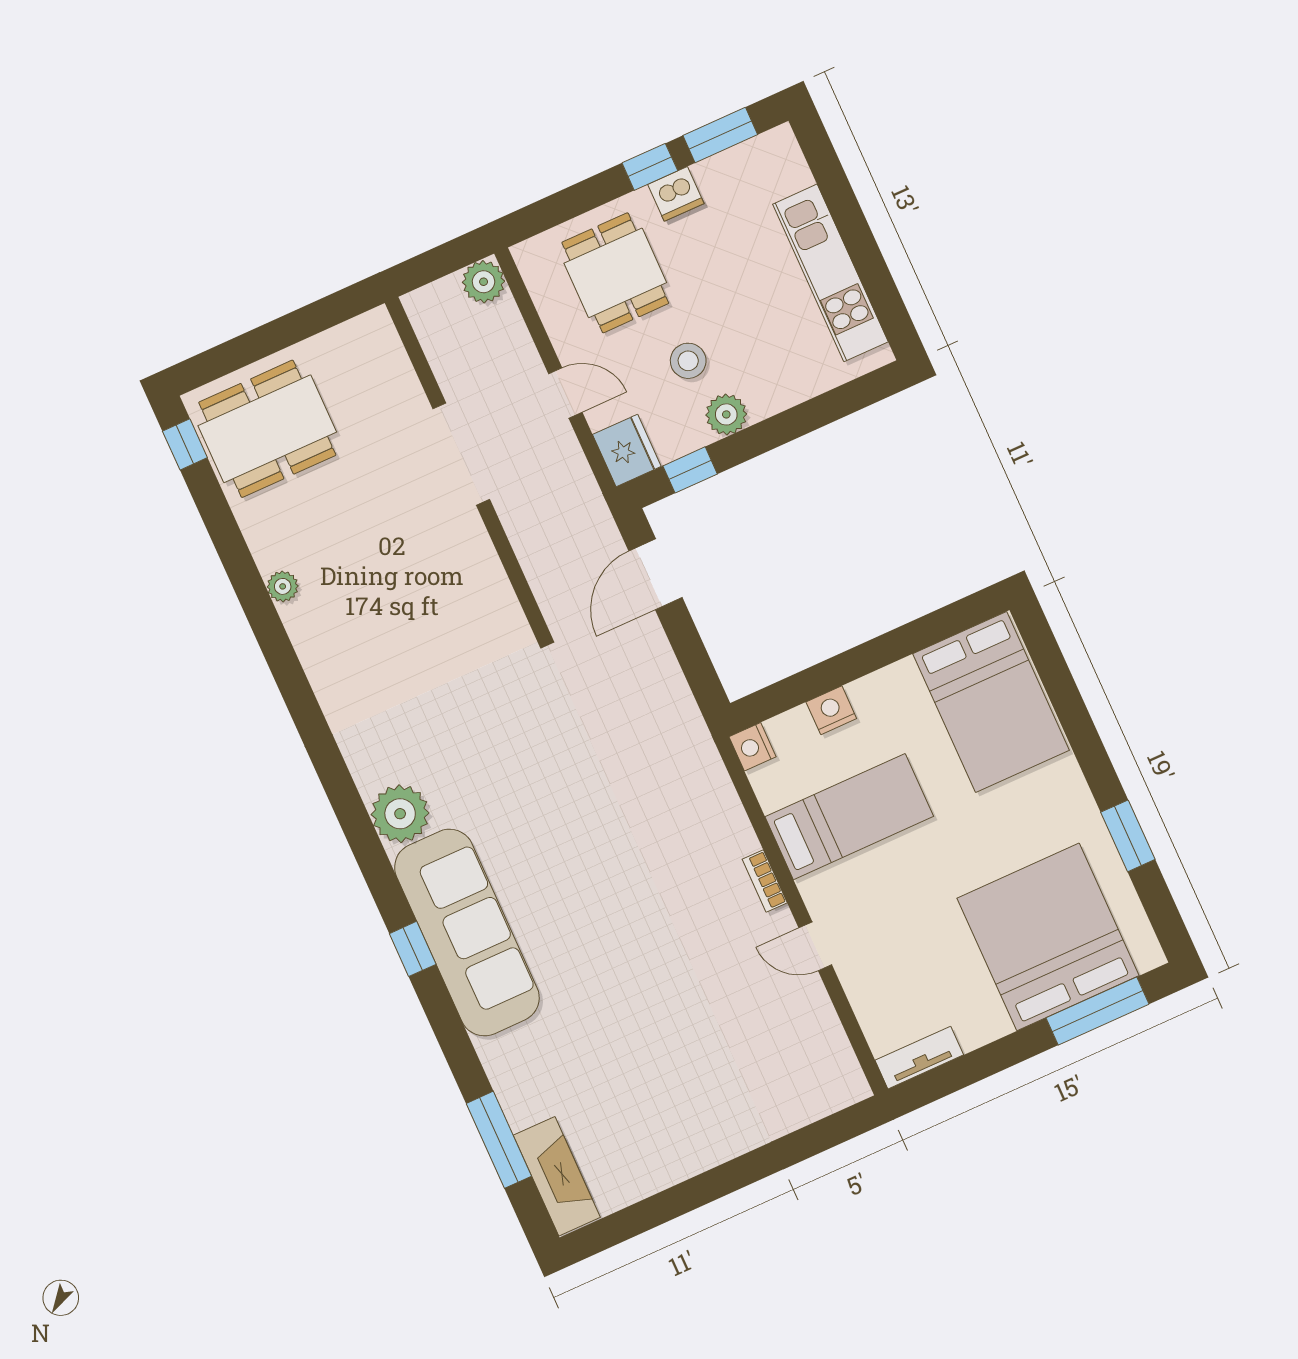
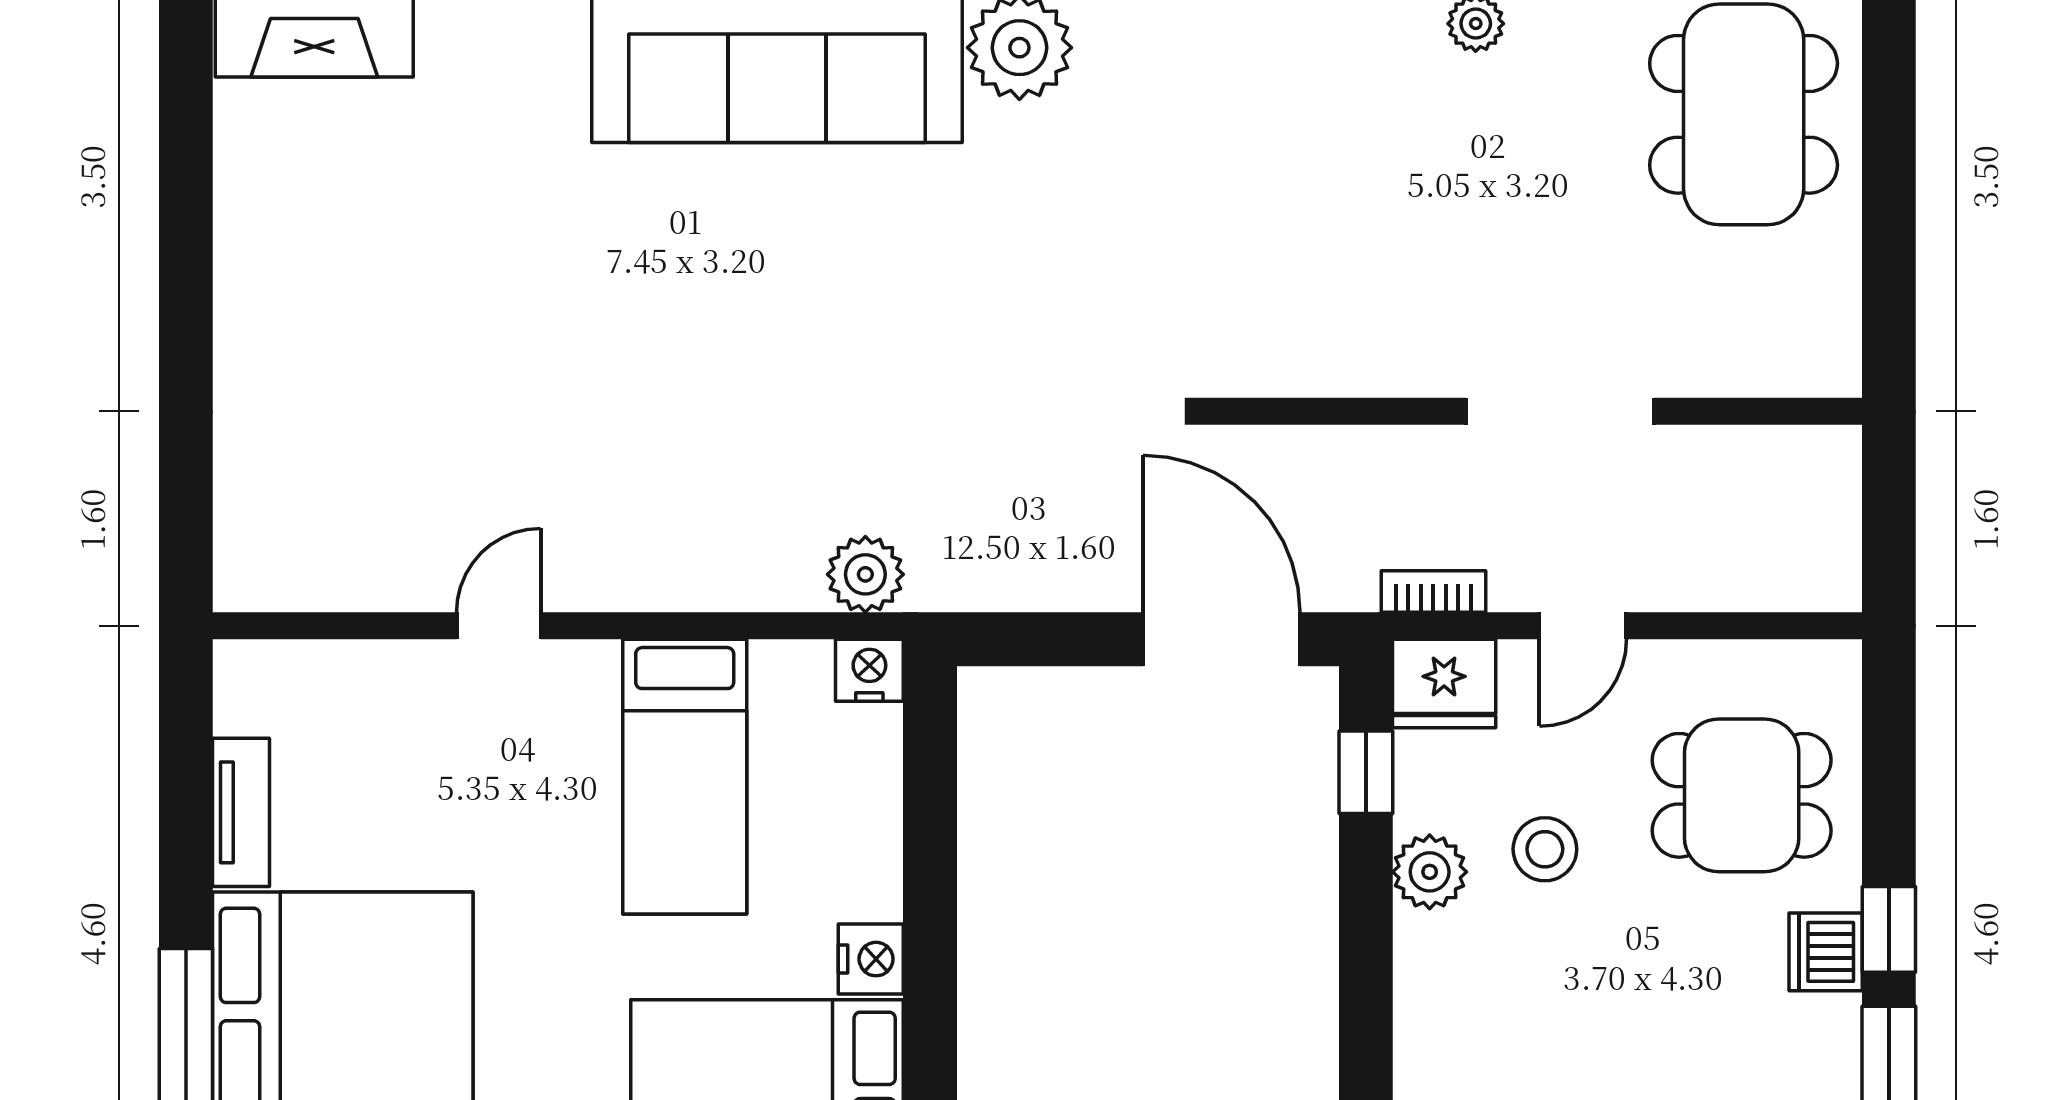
plant: (484, 282) -> (865, 574), moved
door: (655, 574) -> (1222, 639), width x1.36
nightstand: (831, 710) -> (871, 959), moved
bookcase: (765, 881) -> (1433, 592), moved
tv unit: (919, 1058) -> (241, 812), moved

